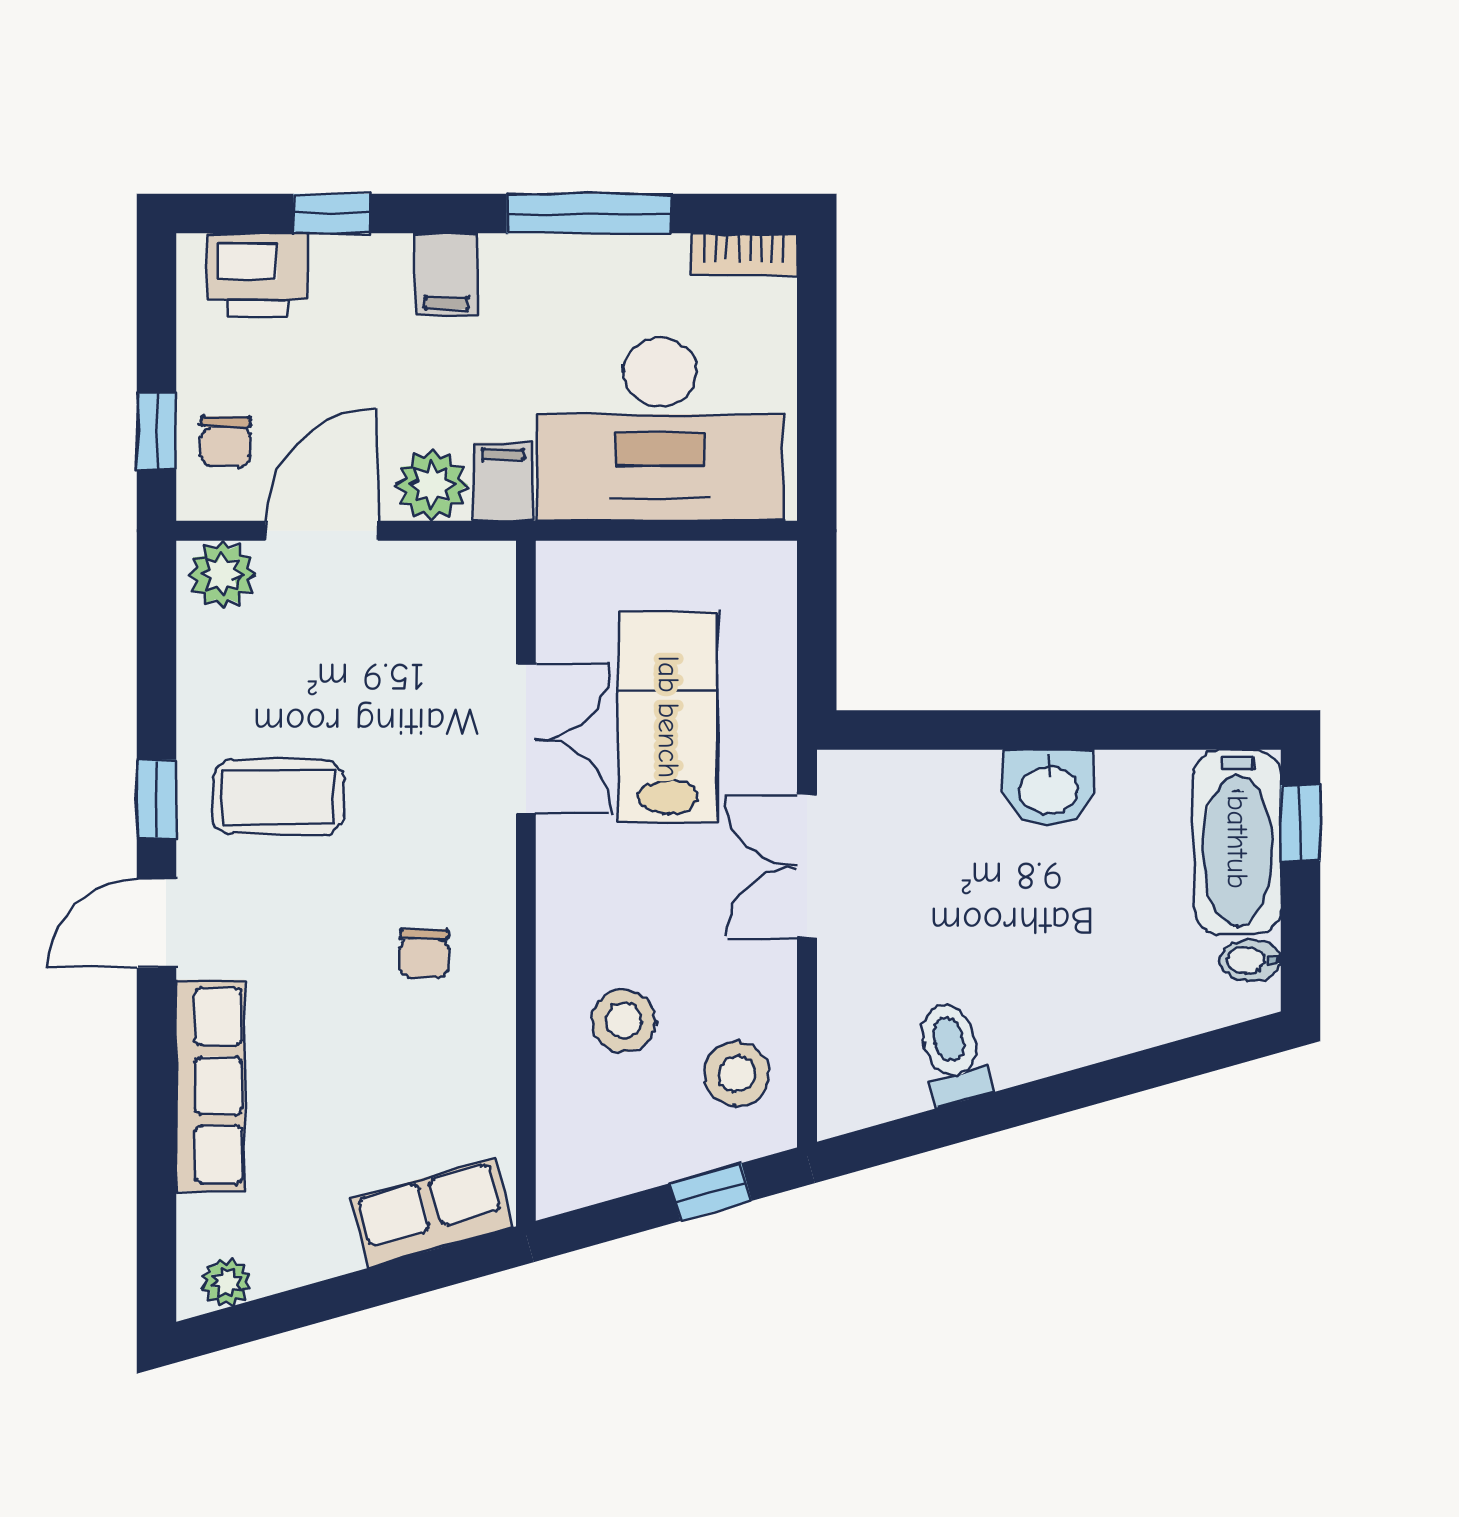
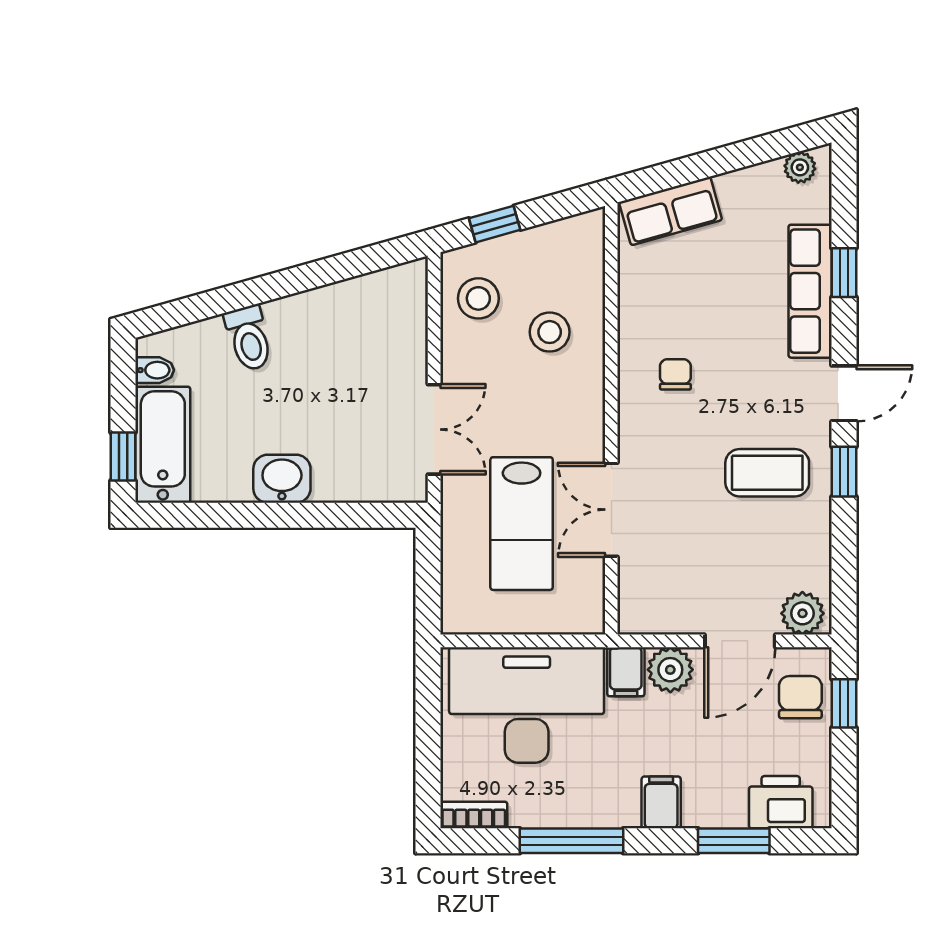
window: (331, 214) -> (734, 841), width x1.50
chair: (226, 441) -> (800, 697), width x1.37, depth x1.37
toilet: (953, 1053) -> (249, 338), moved
window: (156, 1115) -> (844, 273), added

